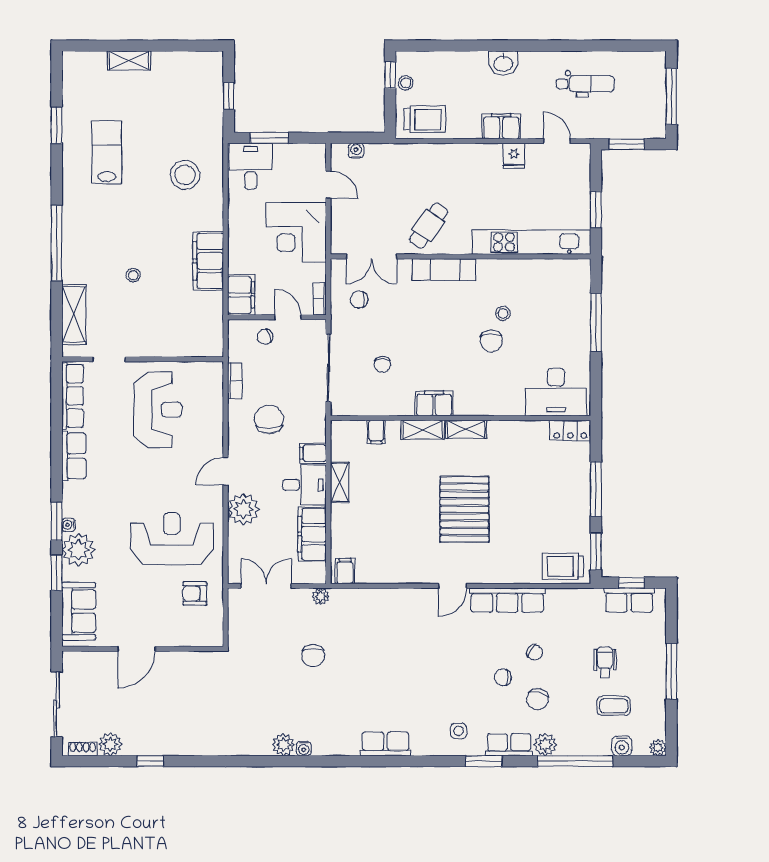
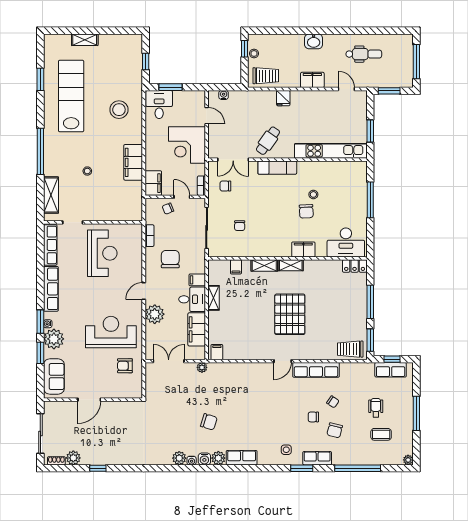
lab bench: (107, 152) -> (71, 96), width x1.86, depth x1.39
fridge: (514, 156) -> (283, 98), moved
filing cabinet: (434, 403) -> (303, 249), moved
row of seats: (74, 456) -> (51, 289), width x1.48
chair: (313, 656) -> (209, 422), moved, turned -73
plant: (545, 745) -> (218, 458), moved
water cooler: (622, 746) -> (204, 459), moved

